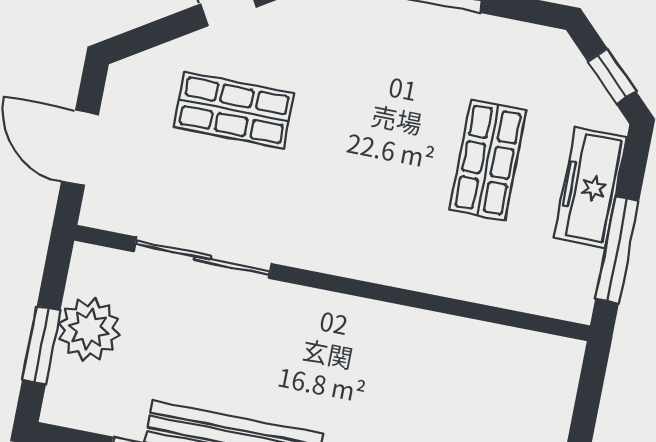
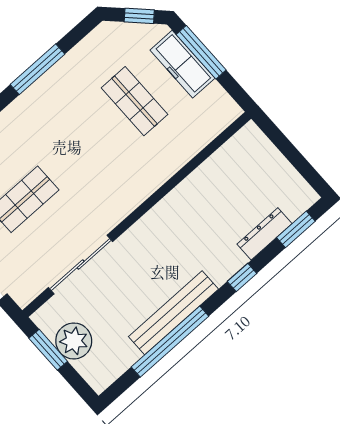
window: (617, 250) -> (201, 52), moved
window: (41, 345) -> (48, 350), moved

